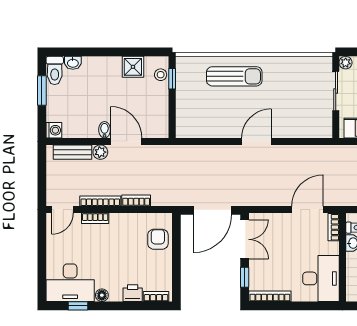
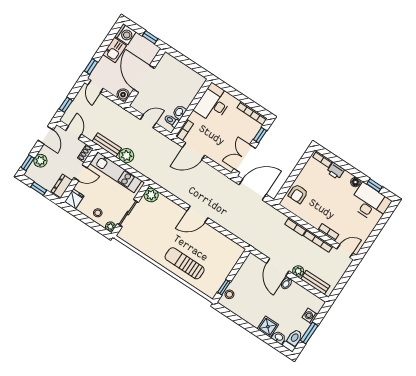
shower: (133, 67) -> (268, 327), moved
plant: (323, 129) -> (151, 195), added
washing machine: (54, 130) -> (310, 316), moved

